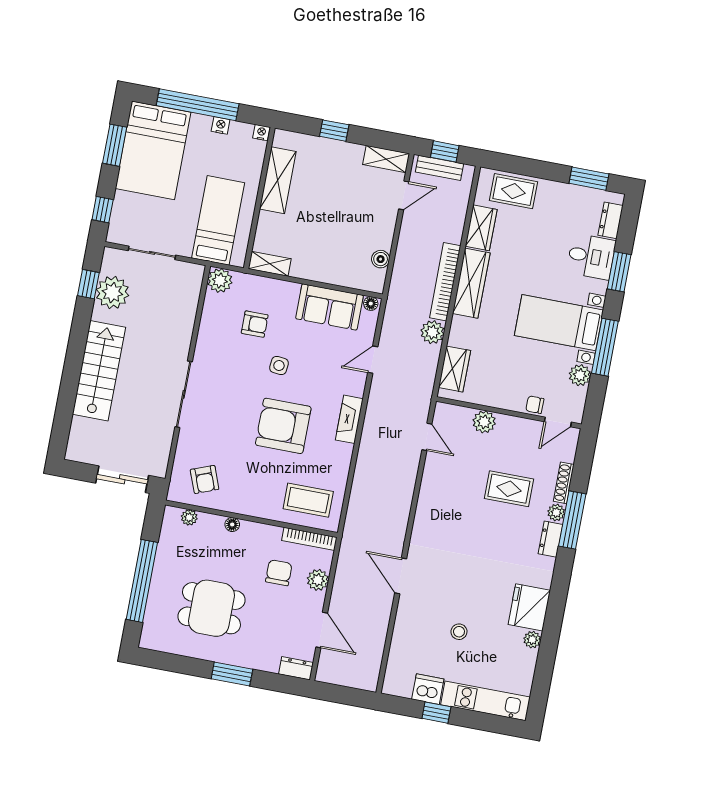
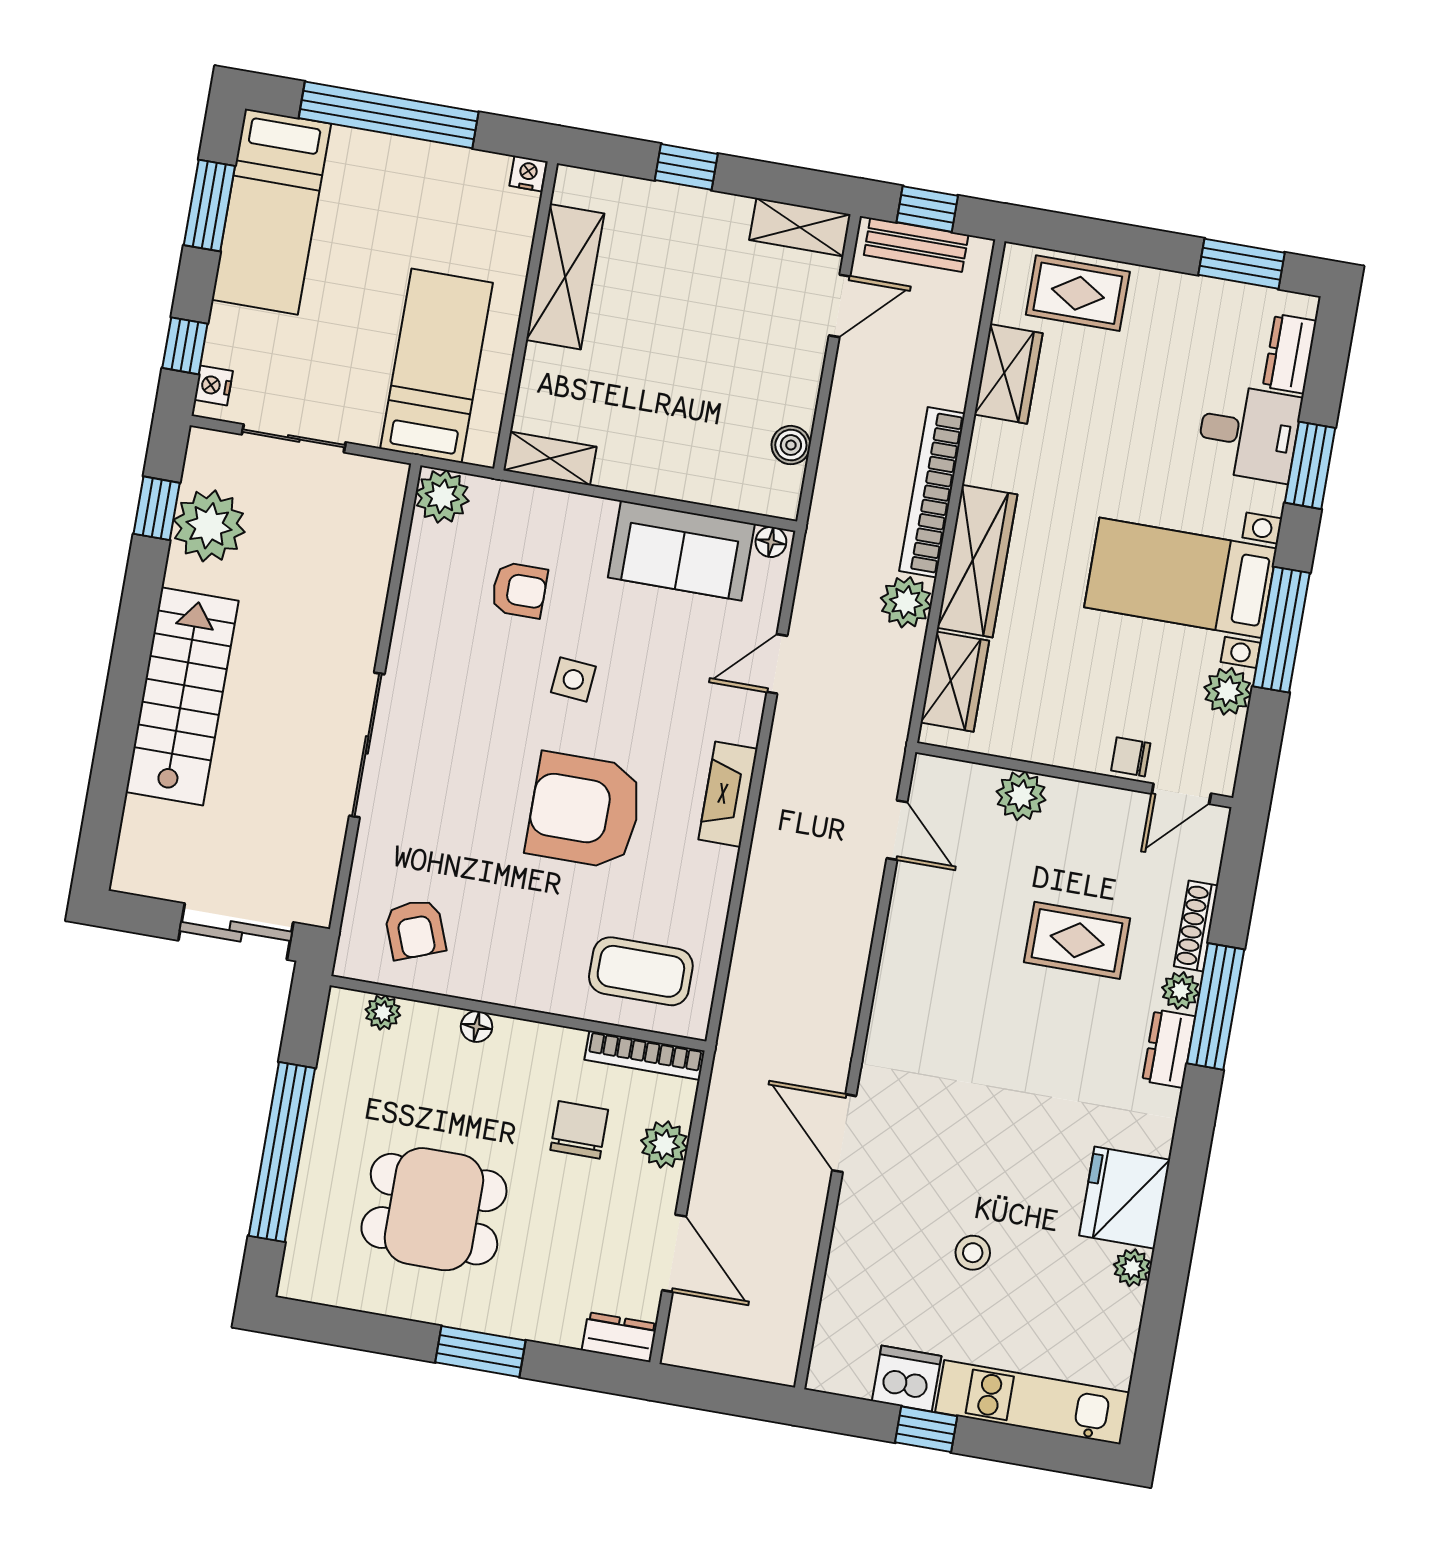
nightstand: (221, 125) -> (214, 385), moved, turned -90
bed: (153, 150) -> (271, 212), width x0.67
wardrobe: (471, 283) -> (977, 561), moved

